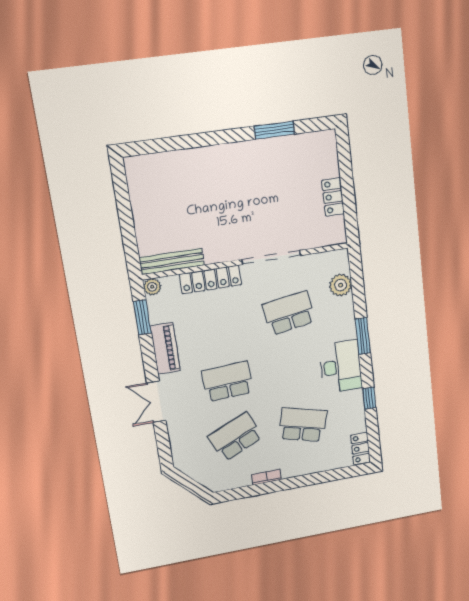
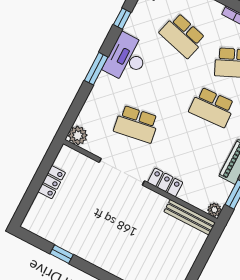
window: (274, 130) -> (62, 254), width x0.67
locker: (210, 279) -> (165, 182), width x0.66
plant: (341, 285) -> (78, 136), moved

